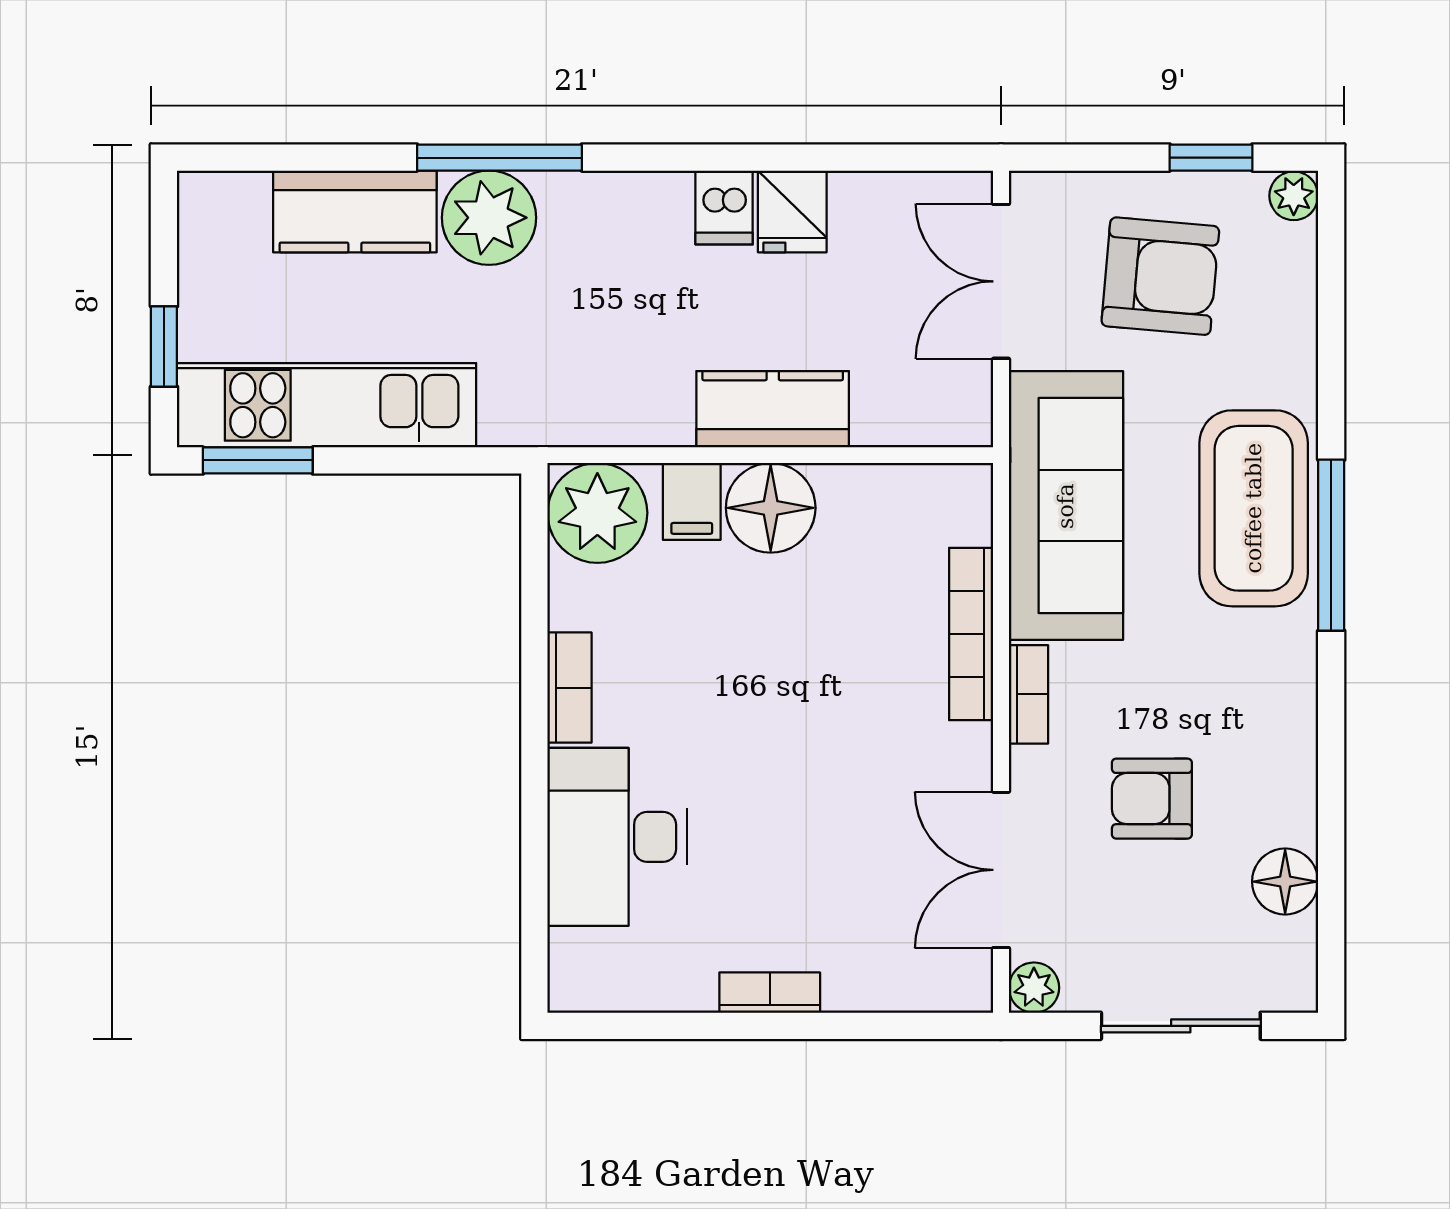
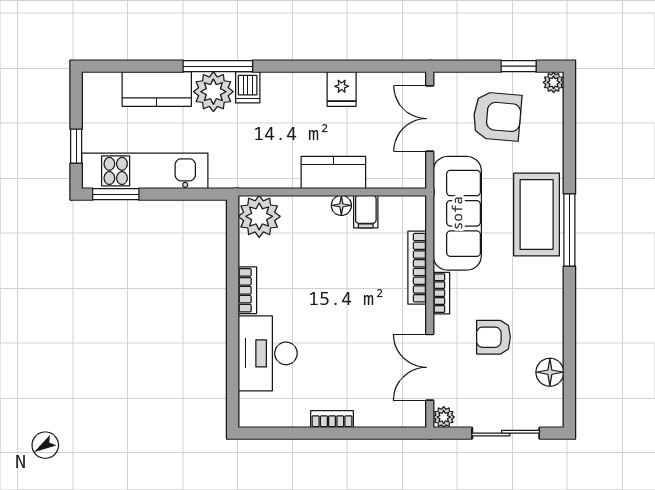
dishwasher: (724, 208) -> (248, 87), moved
filing cabinet: (692, 501) -> (366, 212), moved
floor lamp: (771, 508) -> (341, 205), width x0.53, depth x0.53

